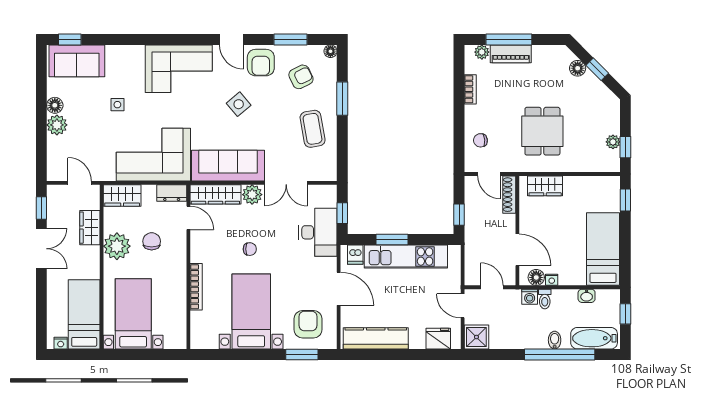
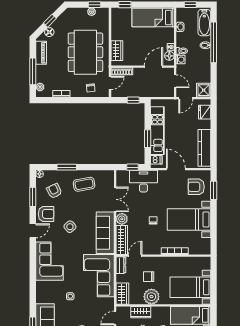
piano: (511, 54) -> (41, 53), moved
dining table: (542, 131) -> (85, 52), width x1.88, depth x1.24
door: (492, 287) -> (175, 81), swing flipped
door: (339, 289) -> (176, 169), hinge flipped

